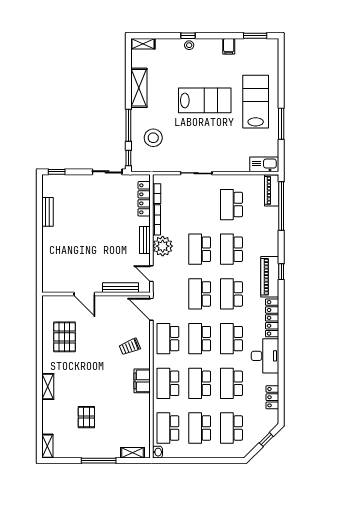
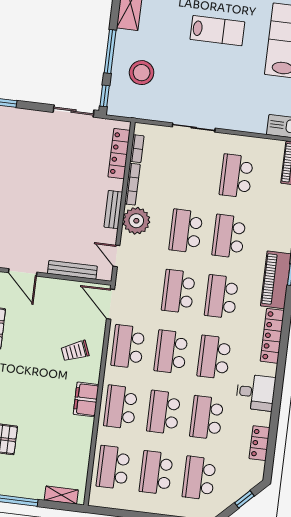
lab bench: (205, 100) -> (217, 31), width x0.73, depth x0.72
desk: (265, 356) -> (256, 392), width x0.73
washbasin: (157, 452) -> (95, 498), removed

